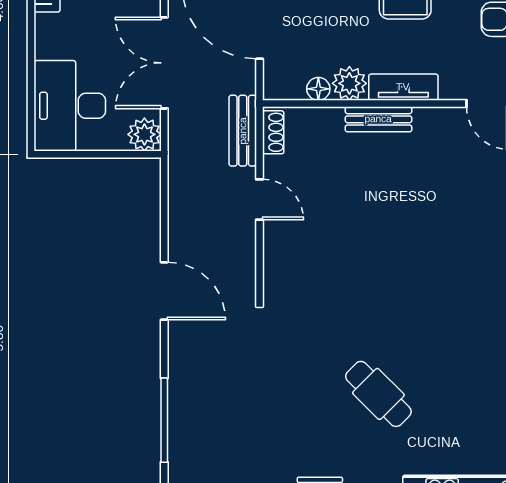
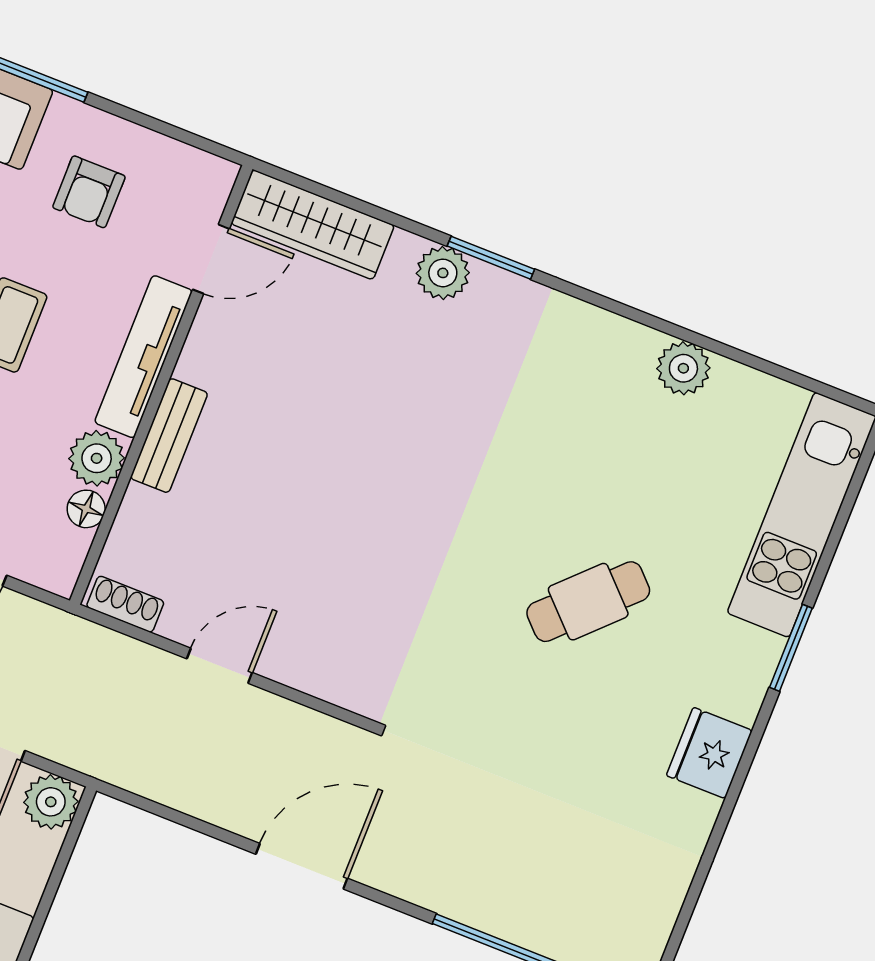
tv unit: (403, 87) -> (144, 357), width x1.41
bench: (243, 131) -> (104, 650), removed

